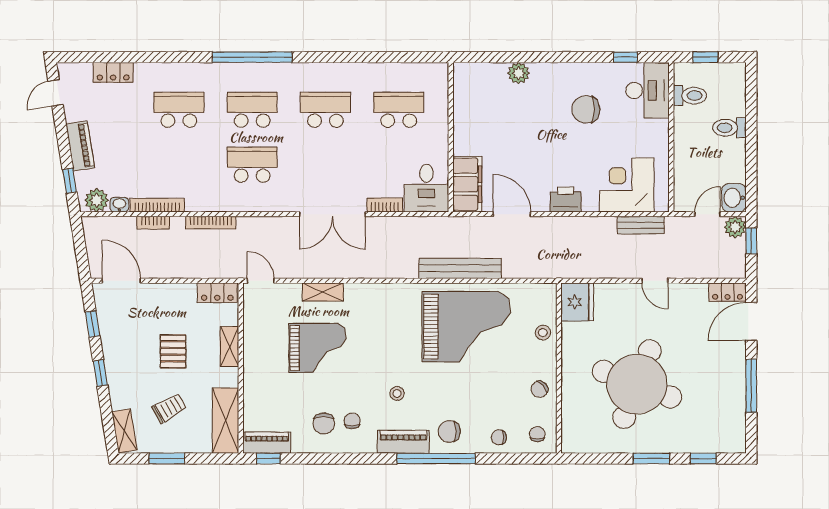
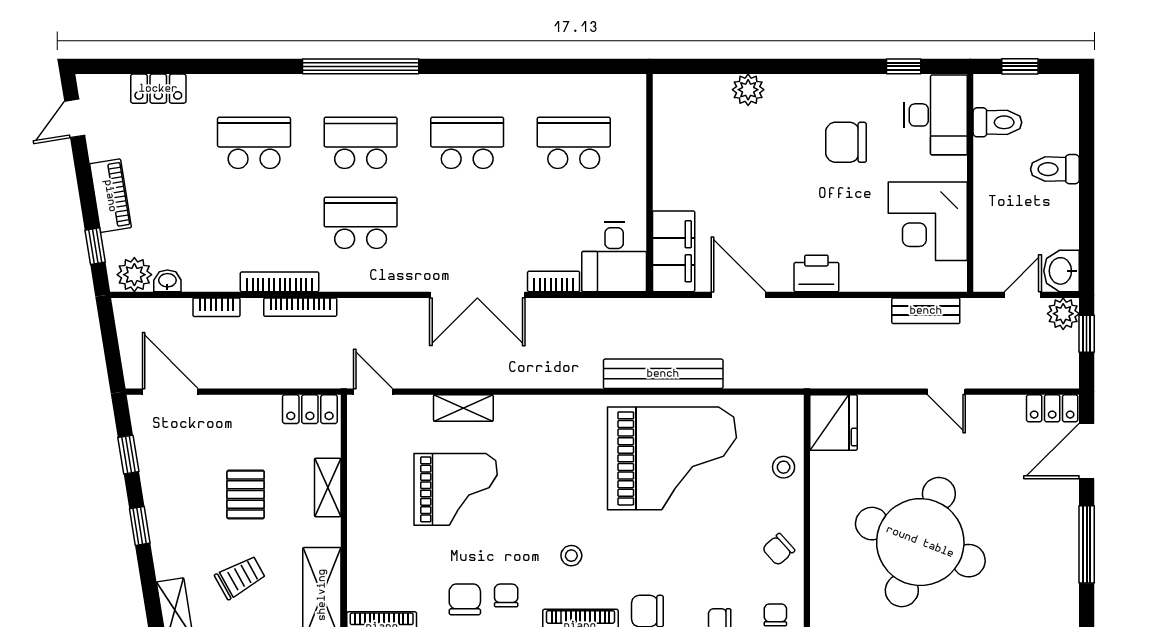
corner desk: (627, 185) -> (928, 221), moved, turned -90
bookcase: (157, 205) -> (280, 282), moved
chair: (324, 424) -> (465, 599), turned 180

